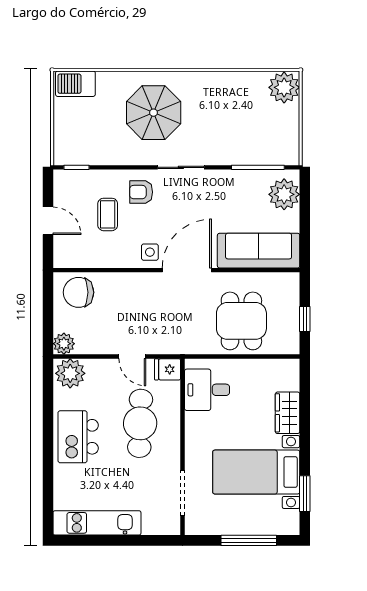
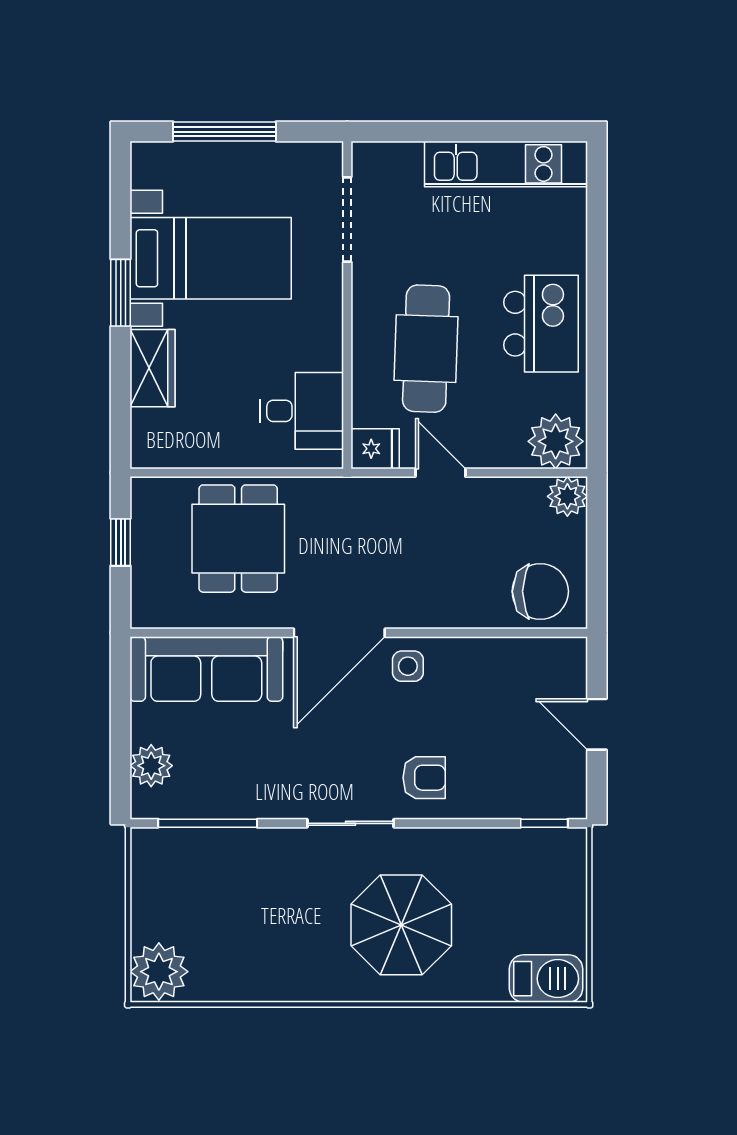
plant: (284, 194) -> (151, 766), width x0.73, depth x0.73
coffee table: (108, 214) -> (486, 736), removed
window: (305, 494) -> (121, 293), moved

